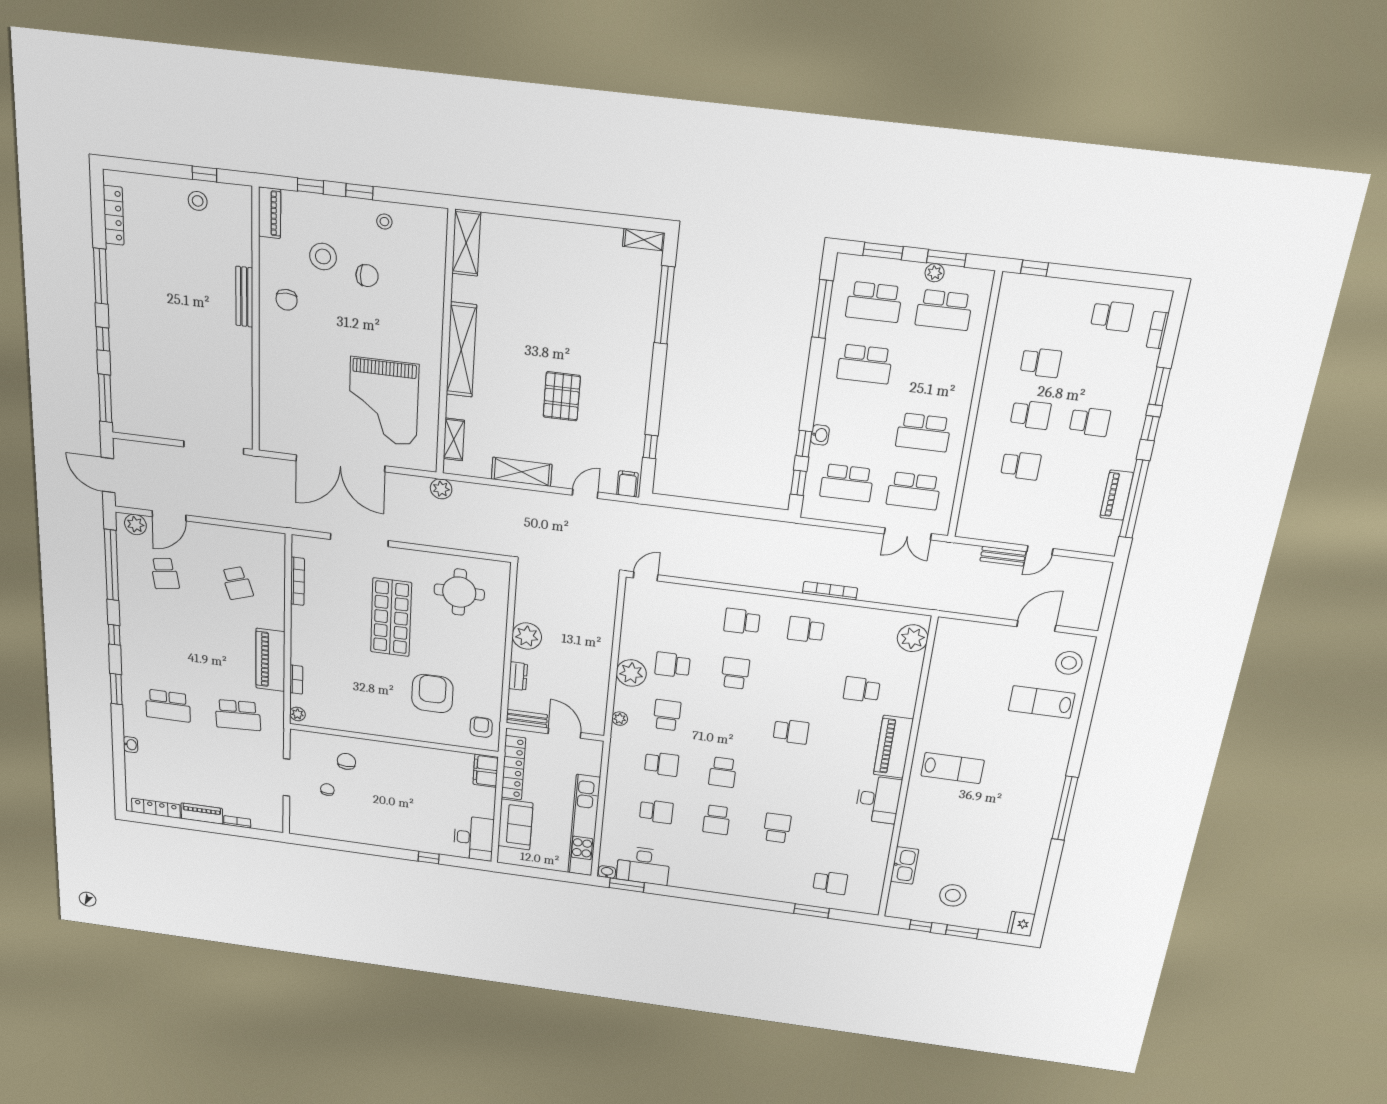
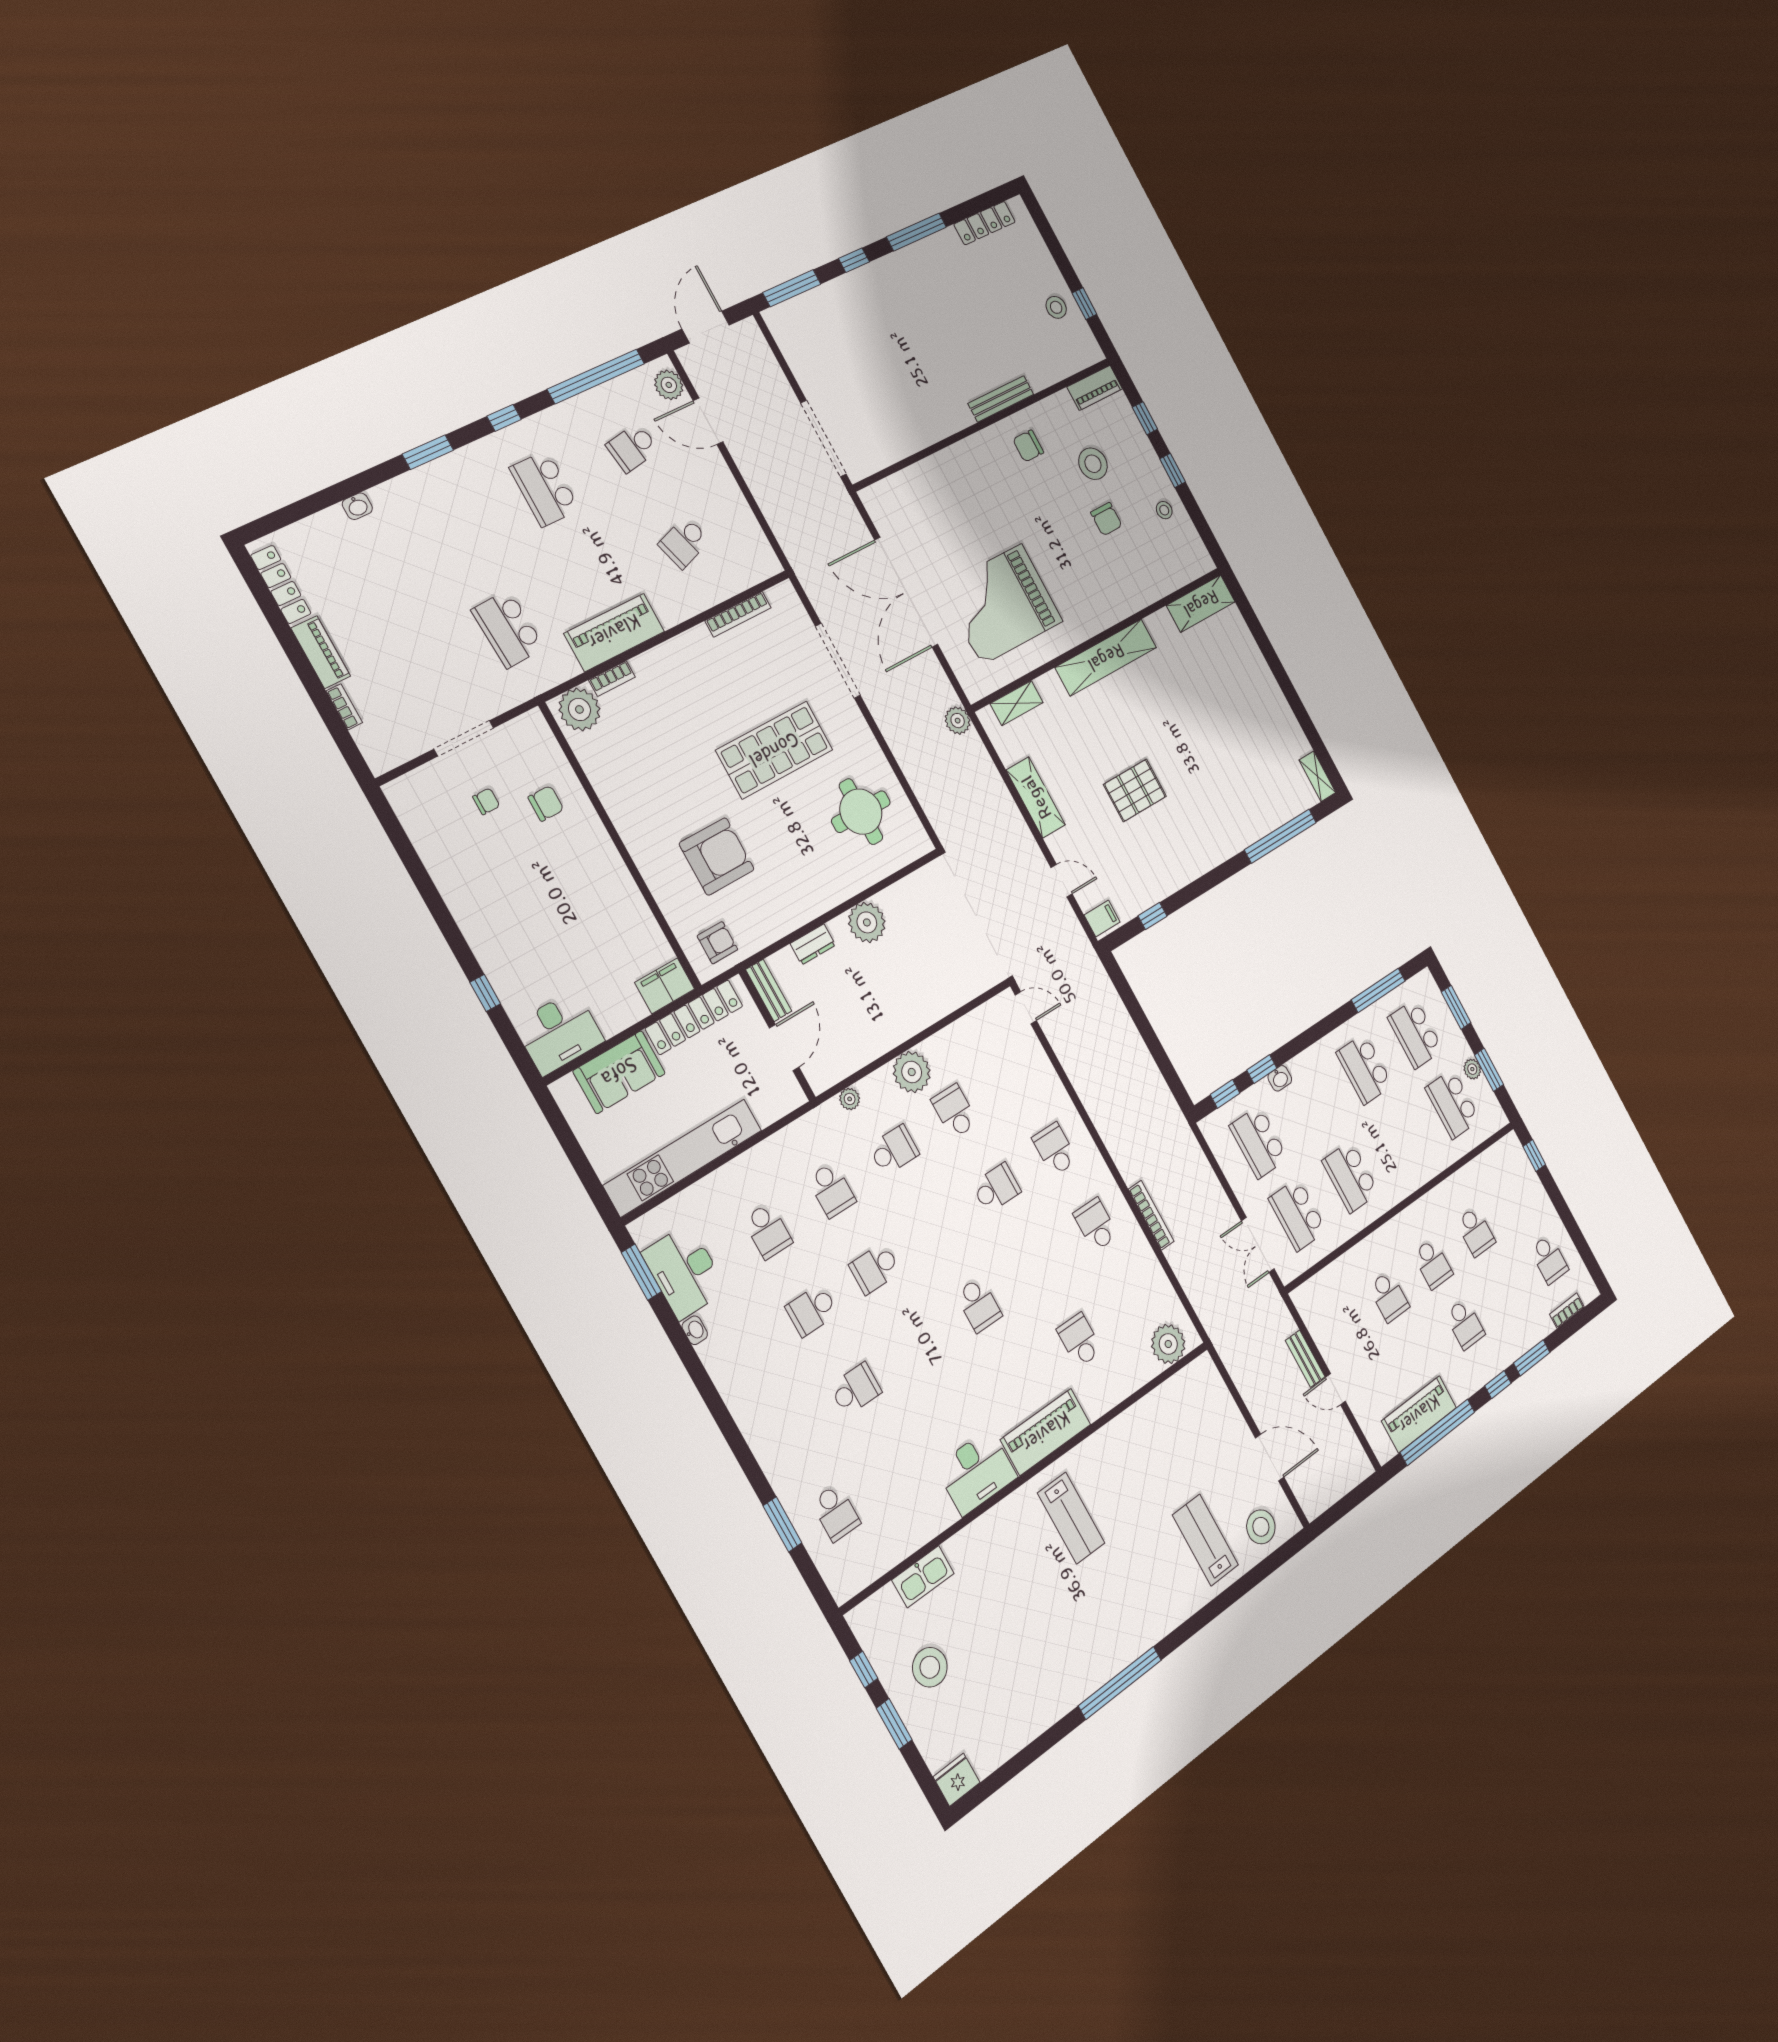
piano: (1117, 495) -> (1419, 1414), width x1.37, depth x1.33
school desk: (168, 706) -> (545, 489), moved
plant: (297, 714) -> (579, 709), width x1.88, depth x1.88
washbasin: (607, 872) -> (695, 1330), moved

